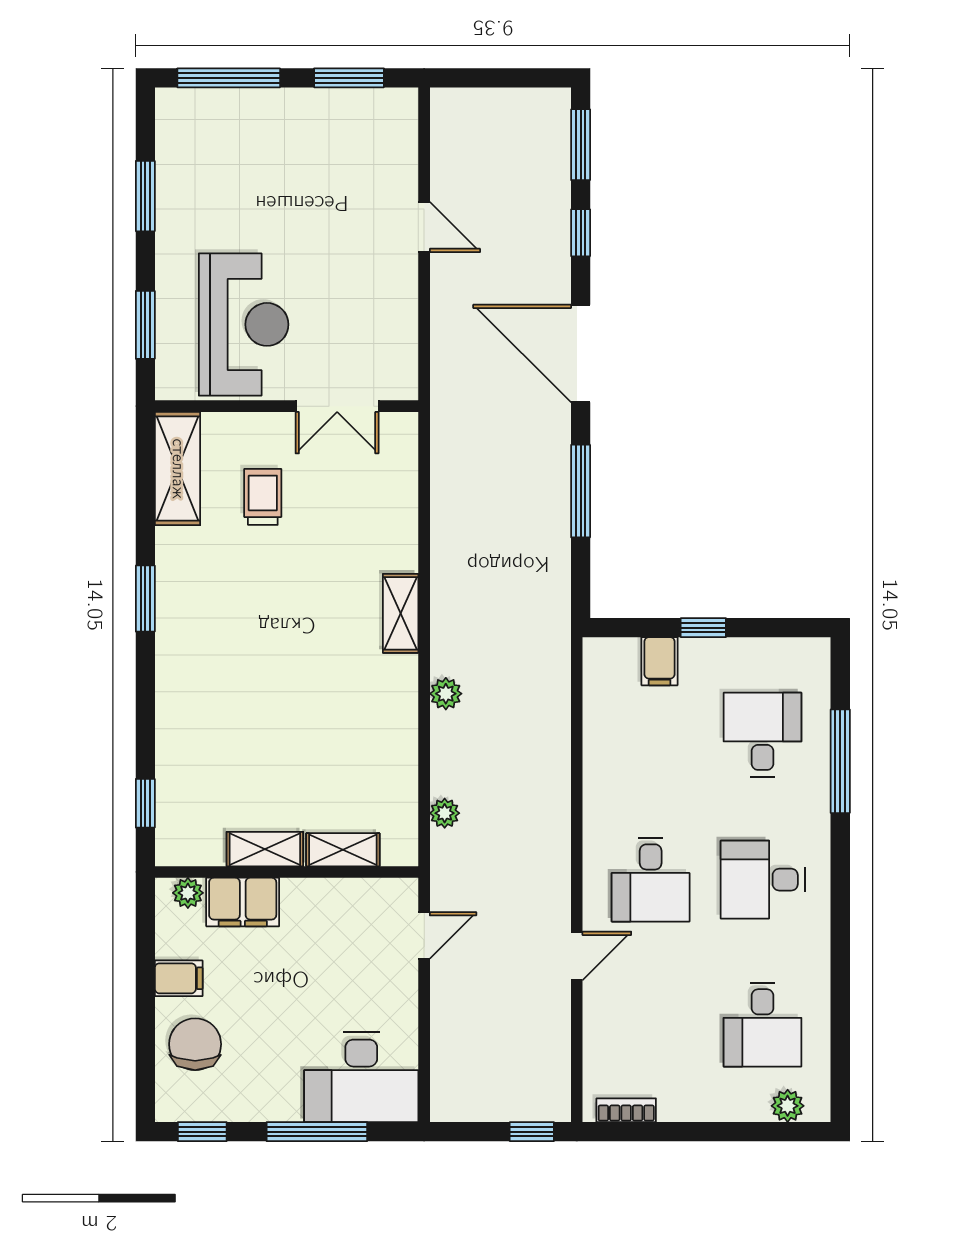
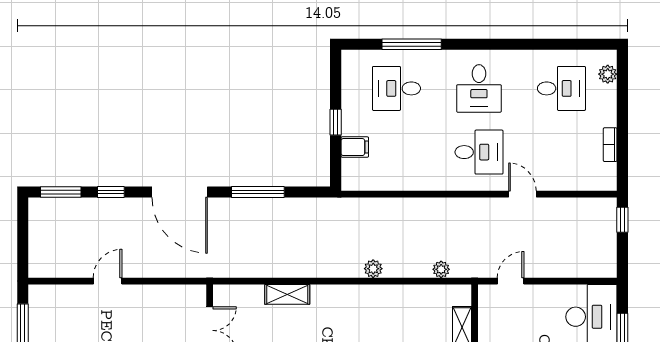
door: (581, 354) -> (180, 192), hinge flipped
shelving: (401, 613) -> (287, 294), moved
door: (424, 935) -> (511, 281), hinge flipped
bookcase: (626, 1110) -> (610, 145), moved

